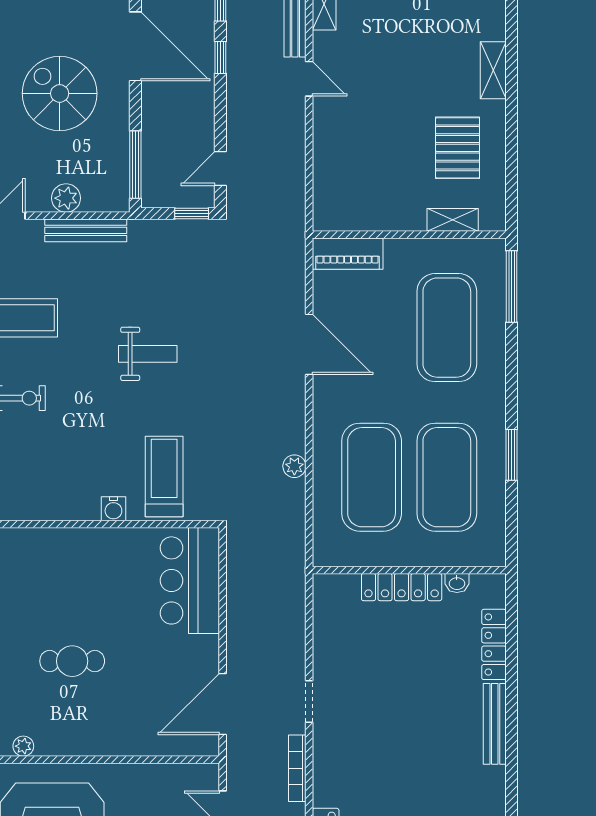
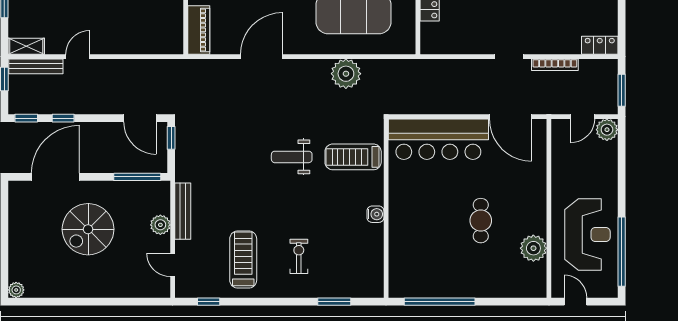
door: (220, 168) -> (140, 118), width x1.38
weight bench: (148, 354) -> (292, 157), moved, turned -90
plant: (294, 466) -> (346, 74), width x1.88, depth x1.88
water cooler: (113, 509) -> (375, 214), moved
bar counter: (190, 580) -> (438, 139), width x1.36
plant: (23, 746) -> (533, 248), width x1.87, depth x1.87

